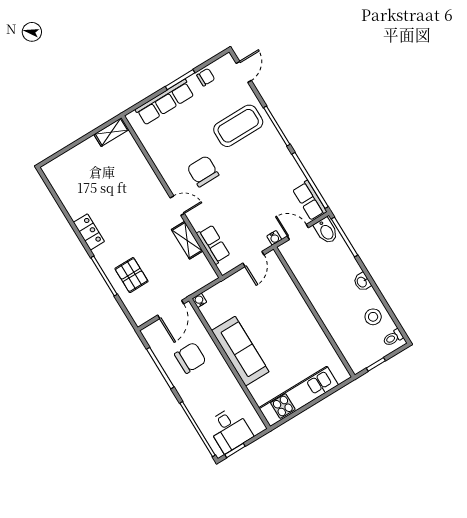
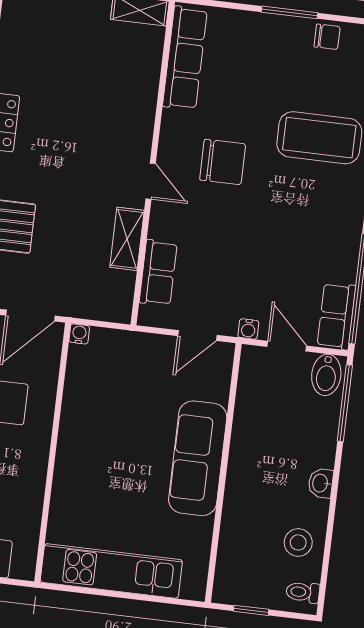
row of seats: (165, 102) -> (185, 58), moved, turned -90
chair: (203, 171) -> (223, 162), turned 90
sofa: (240, 351) -> (198, 458), moved, turned 180

